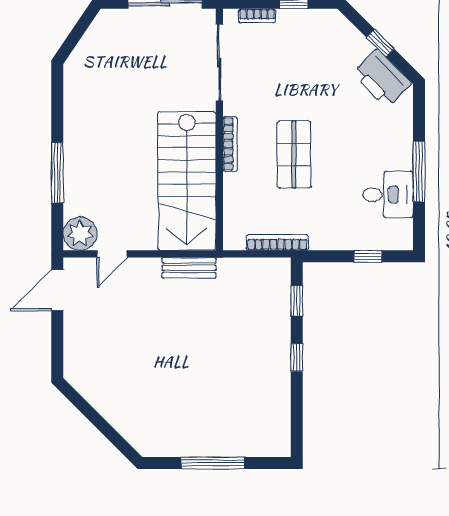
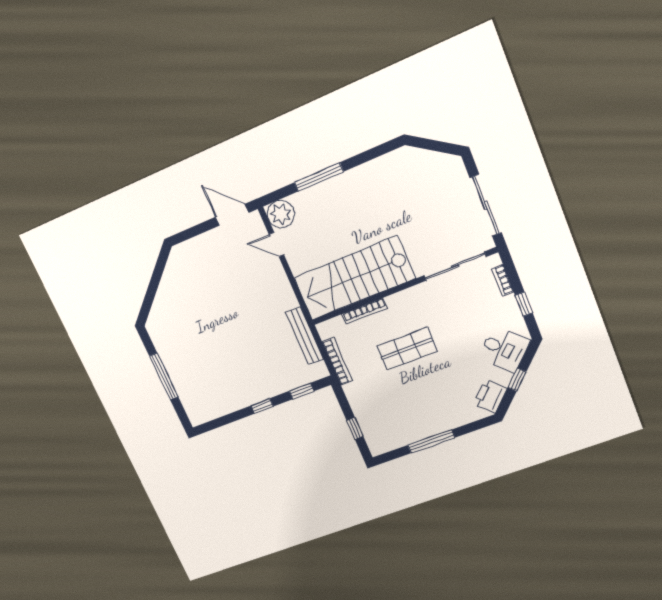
printer: (382, 78) -> (490, 396), width x0.73, depth x0.84
bookcase: (230, 144) -> (365, 311), moved
desk: (388, 195) -> (504, 349), moved, turned -45
bench: (189, 268) -> (305, 336), moved, width x1.36

